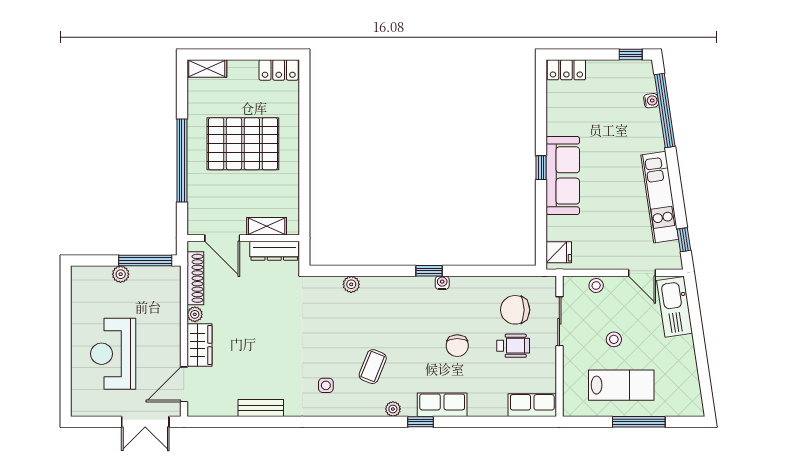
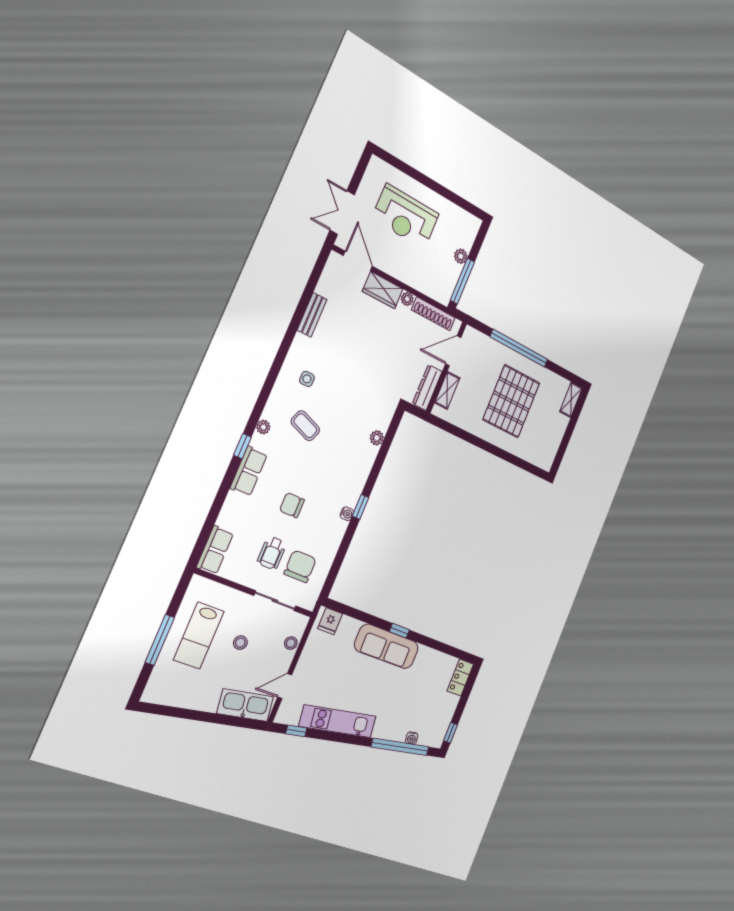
locker: (279, 70) -> (549, 454), removed
reception desk: (113, 354) -> (406, 216), turned 180

